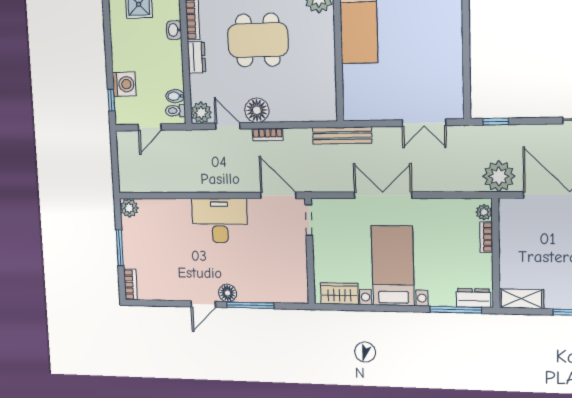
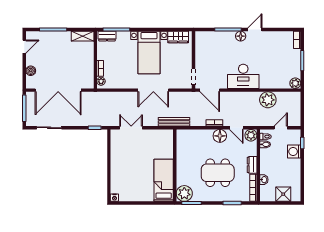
plant: (499, 176) -> (268, 100), moved

